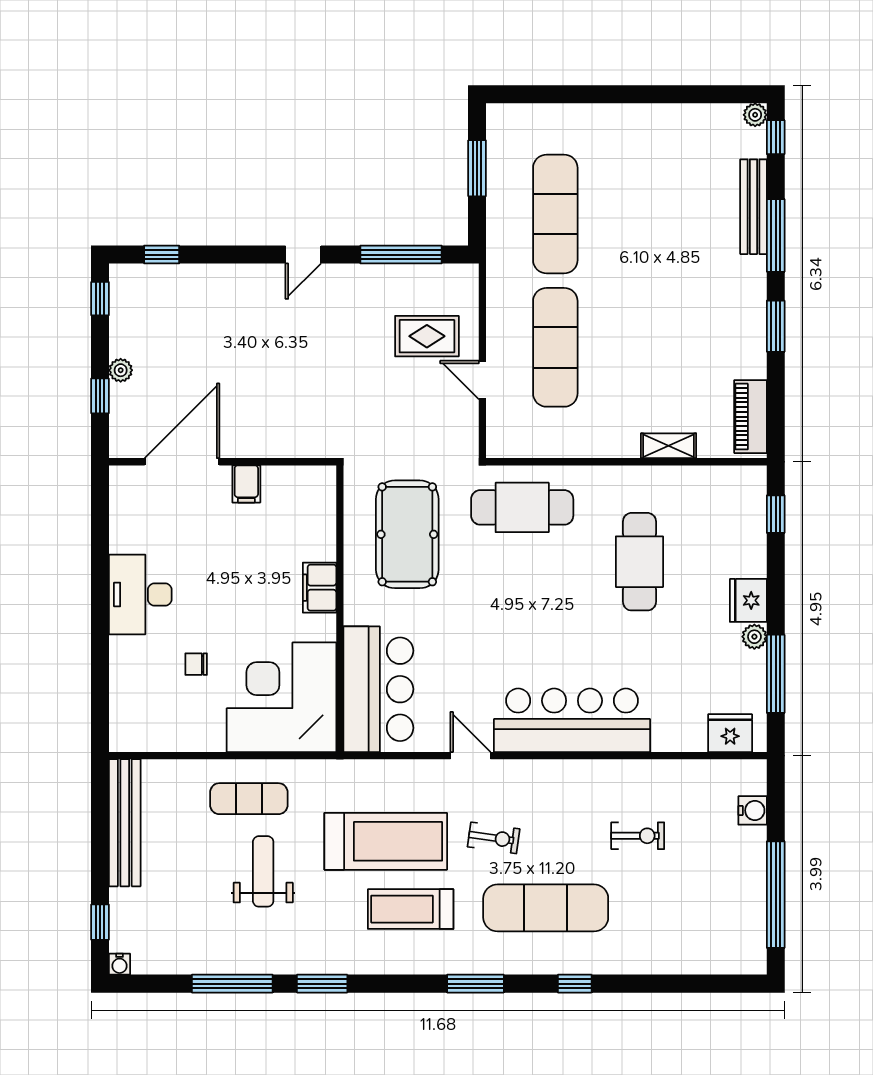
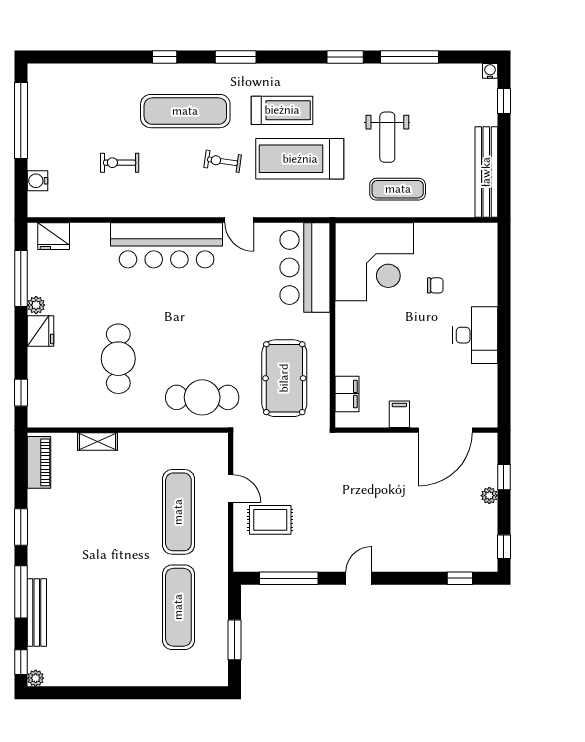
filing cabinet: (320, 588) -> (347, 394), moved

